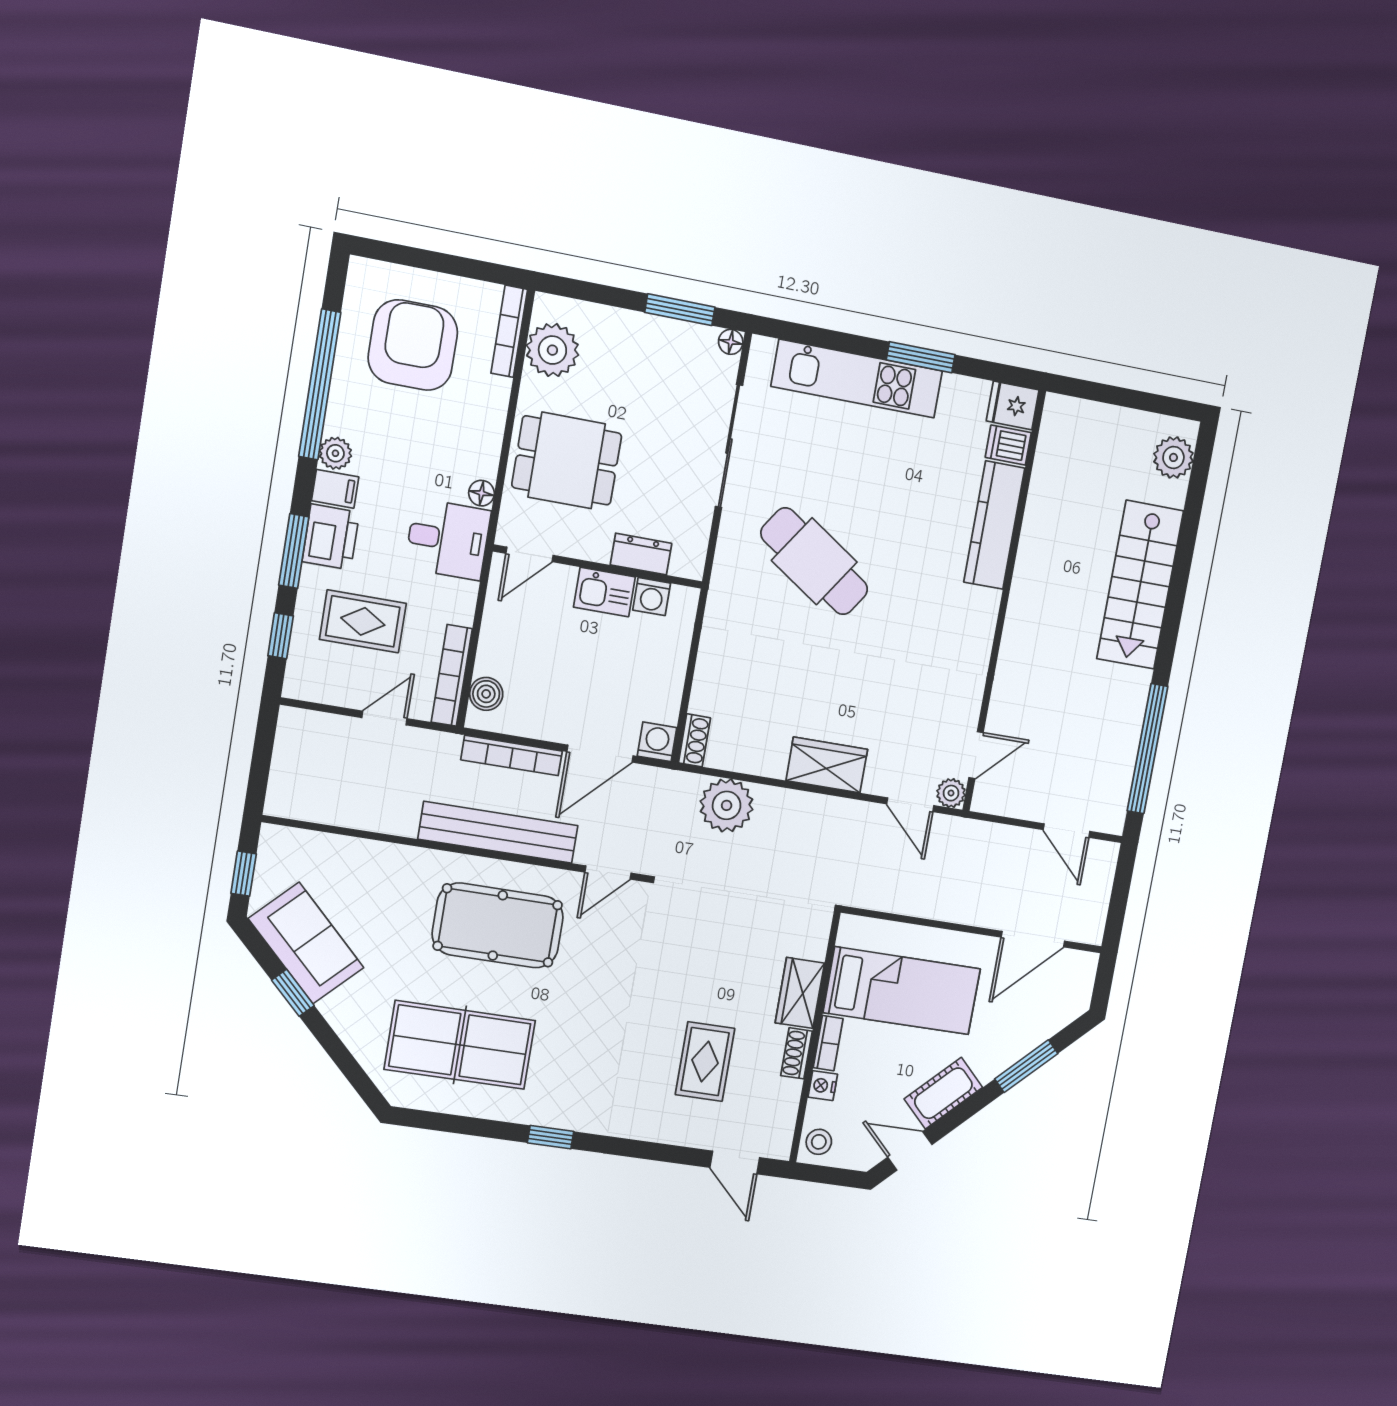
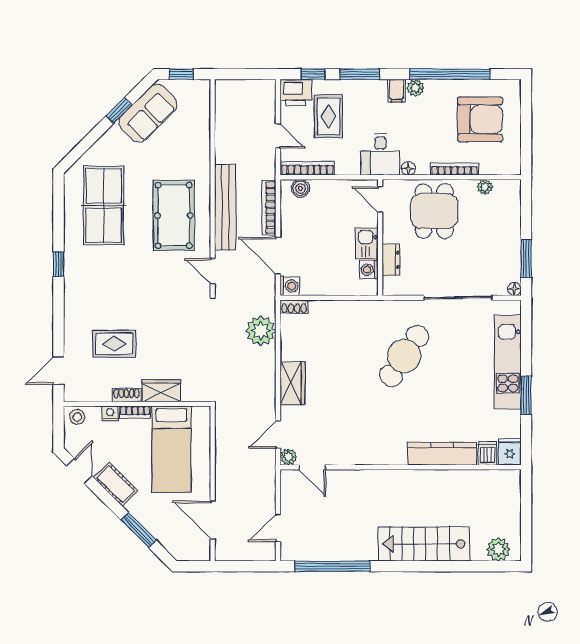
bookcase: (509, 331) -> (454, 169), moved
plant: (552, 350) -> (485, 187), width x0.53, depth x0.53
printer: (331, 537) -> (296, 92), moved

